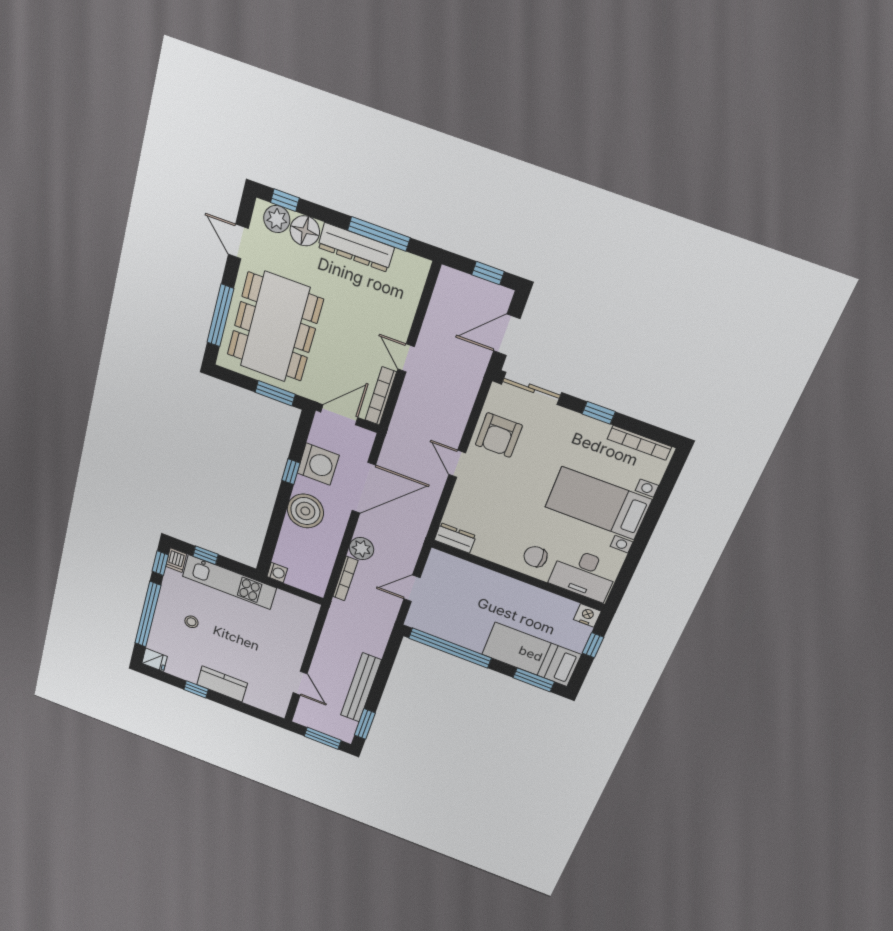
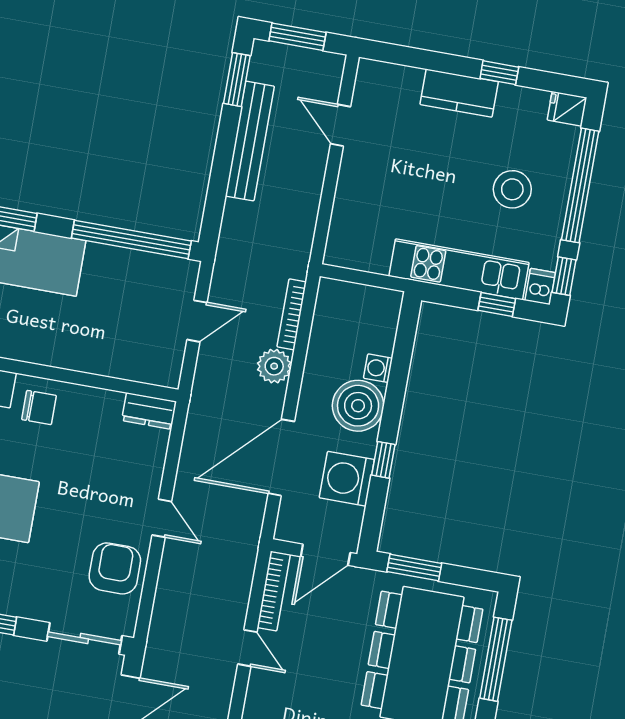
washing machine: (277, 573) -> (378, 368), moved
stool: (191, 622) -> (512, 189), width x1.89, depth x1.89

